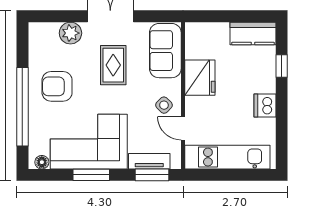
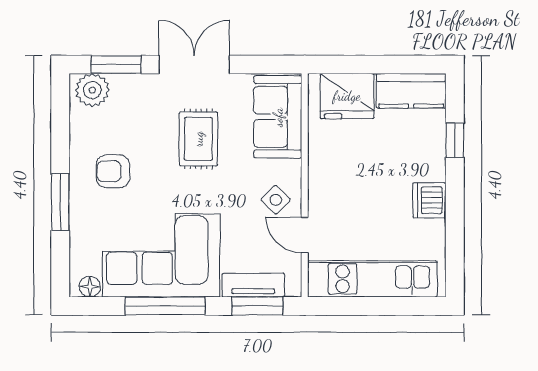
window: (59, 16) -> (116, 64), added
plant: (70, 33) -> (92, 90), moved
fridge: (200, 78) -> (347, 96), moved, turned 90
armchair: (57, 86) -> (113, 171), width x0.72, depth x0.72
window: (22, 107) -> (60, 202), width x0.47
window: (91, 175) -> (165, 306), width x1.44

